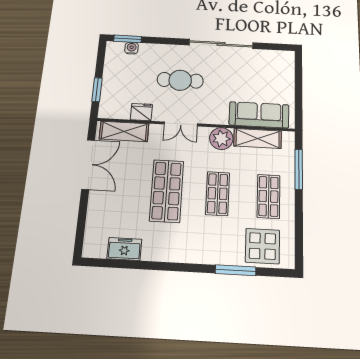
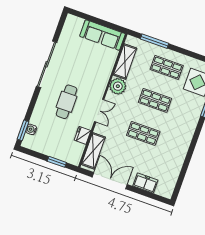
sofa: (259, 115) -> (103, 35), moved, turned -90
shop shelf: (167, 191) -> (143, 133), width x0.70, depth x0.74
freezer: (124, 249) -> (145, 183), moved, turned 90

